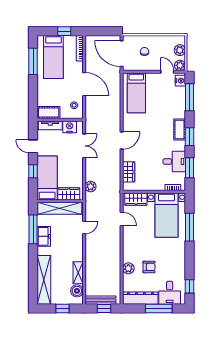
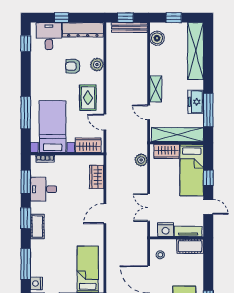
door: (84, 227) -> (149, 112), hinge flipped
rug: (136, 240) -> (88, 98), added
shelving: (78, 273) -> (156, 89), moved
window: (159, 309) -> (62, 18), width x0.46

